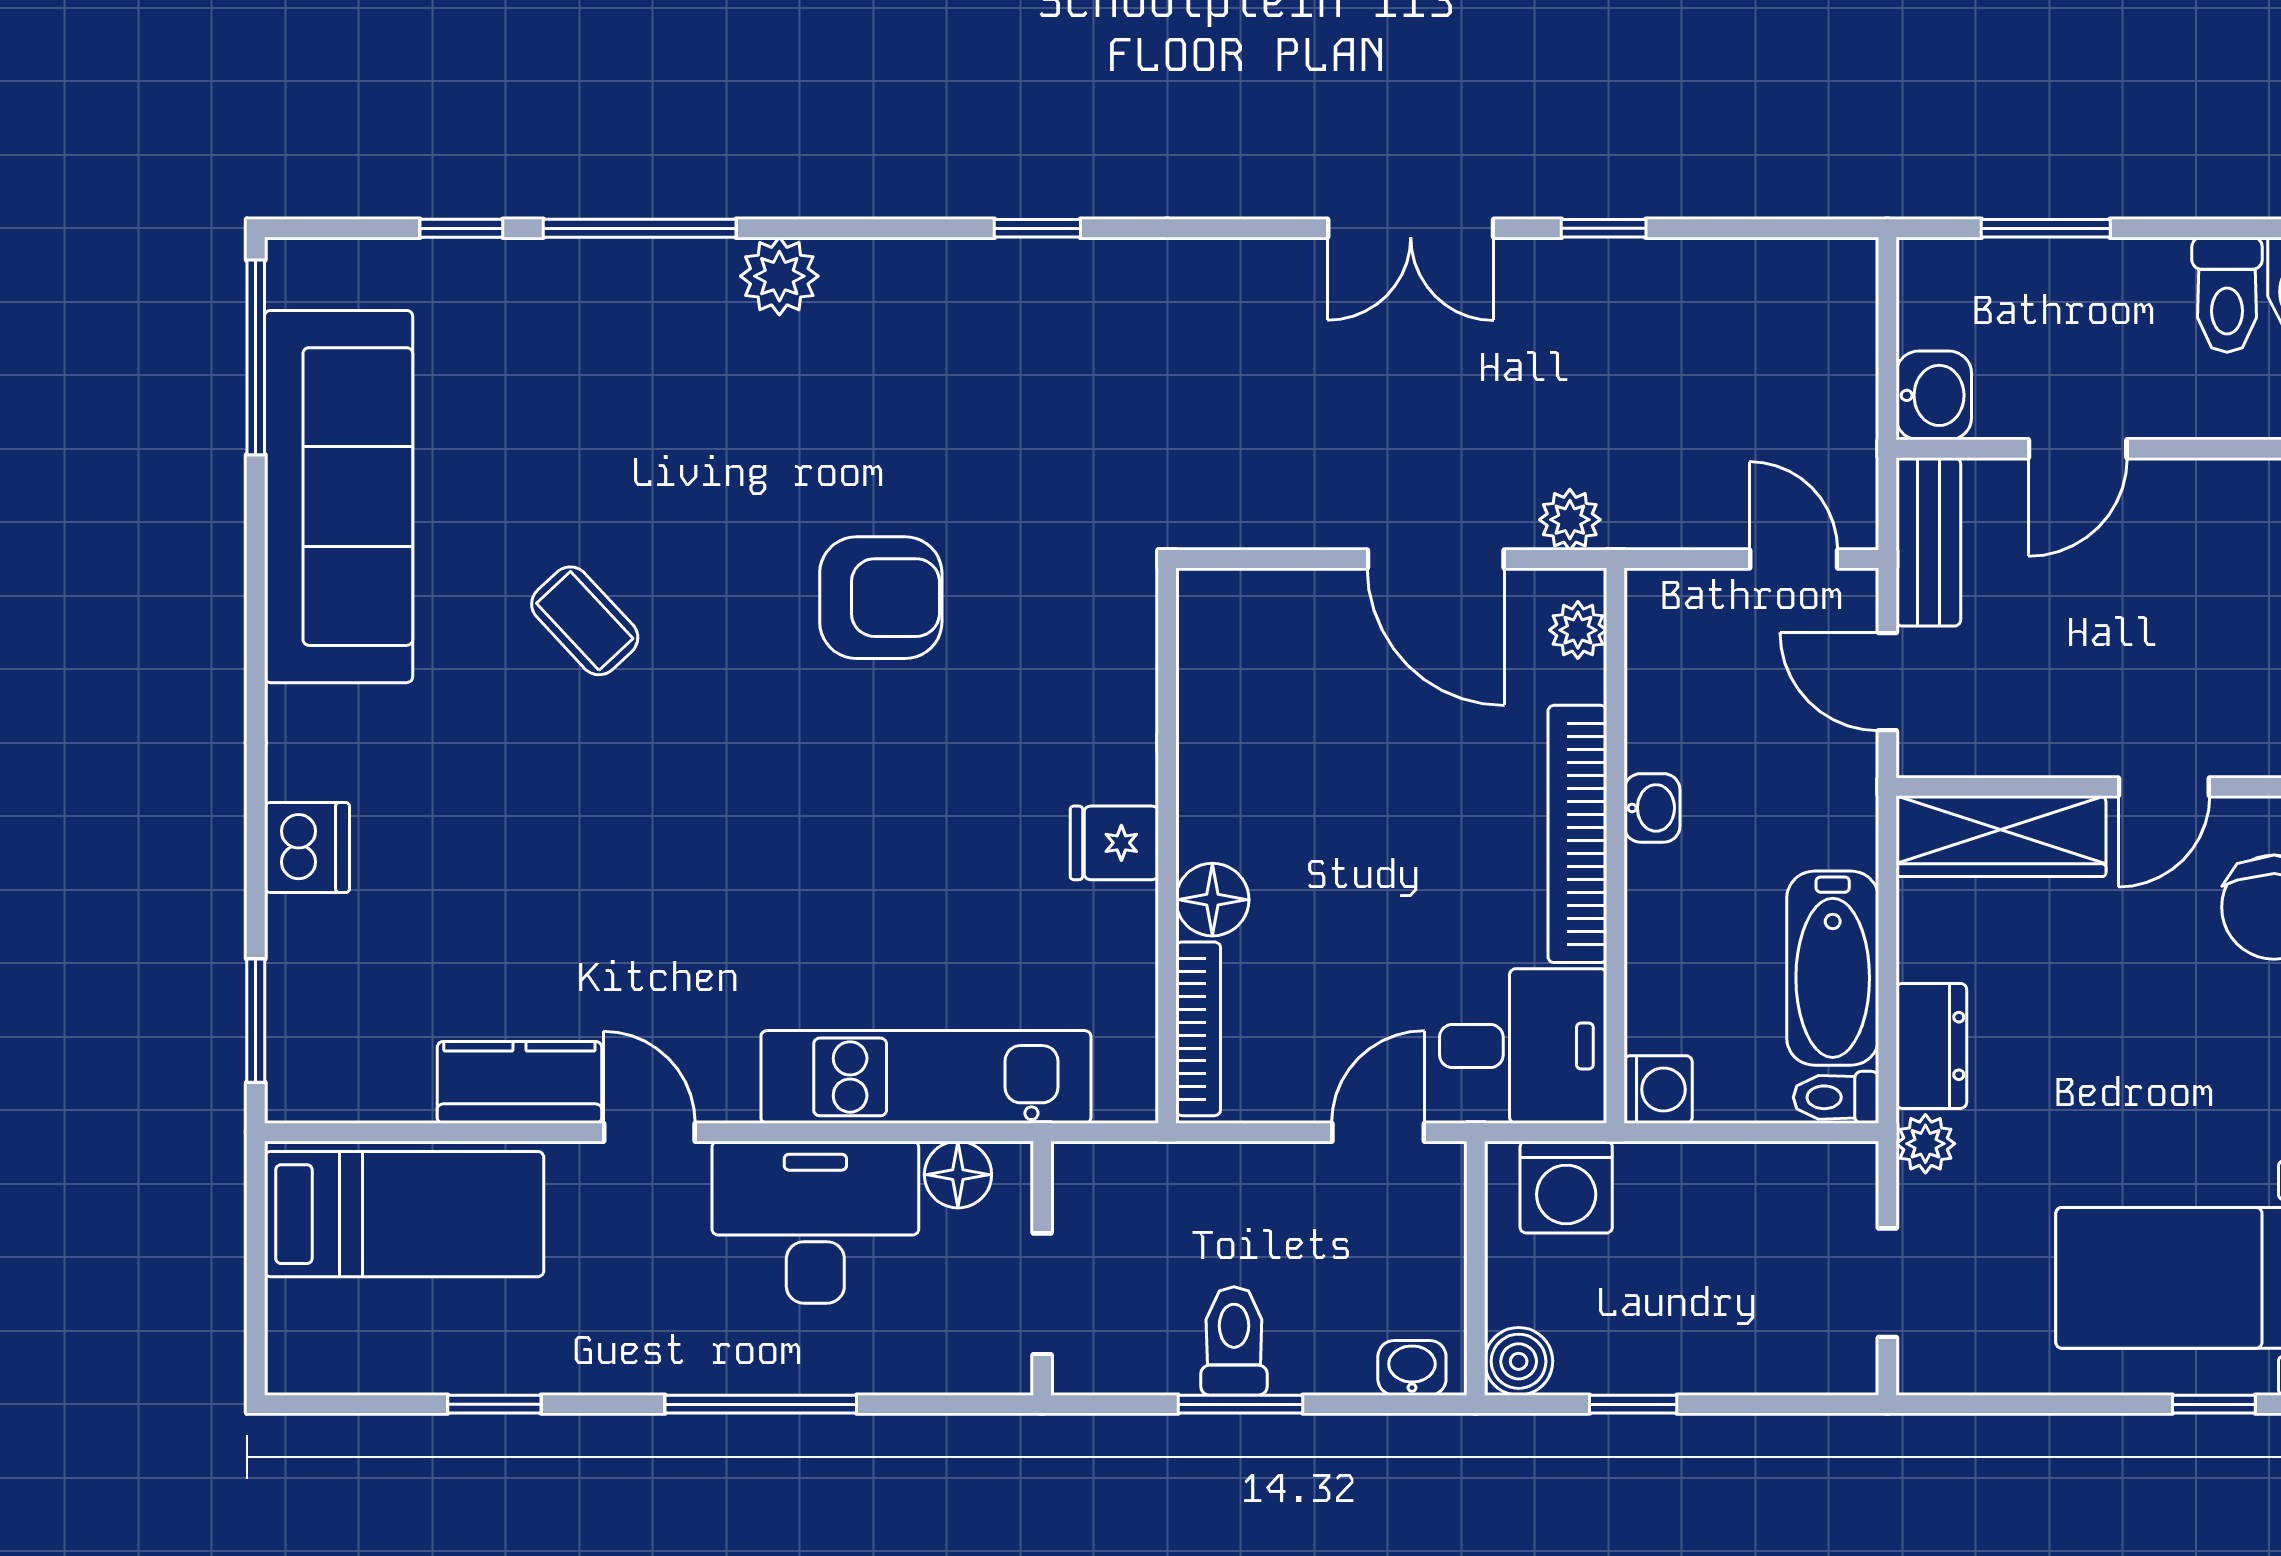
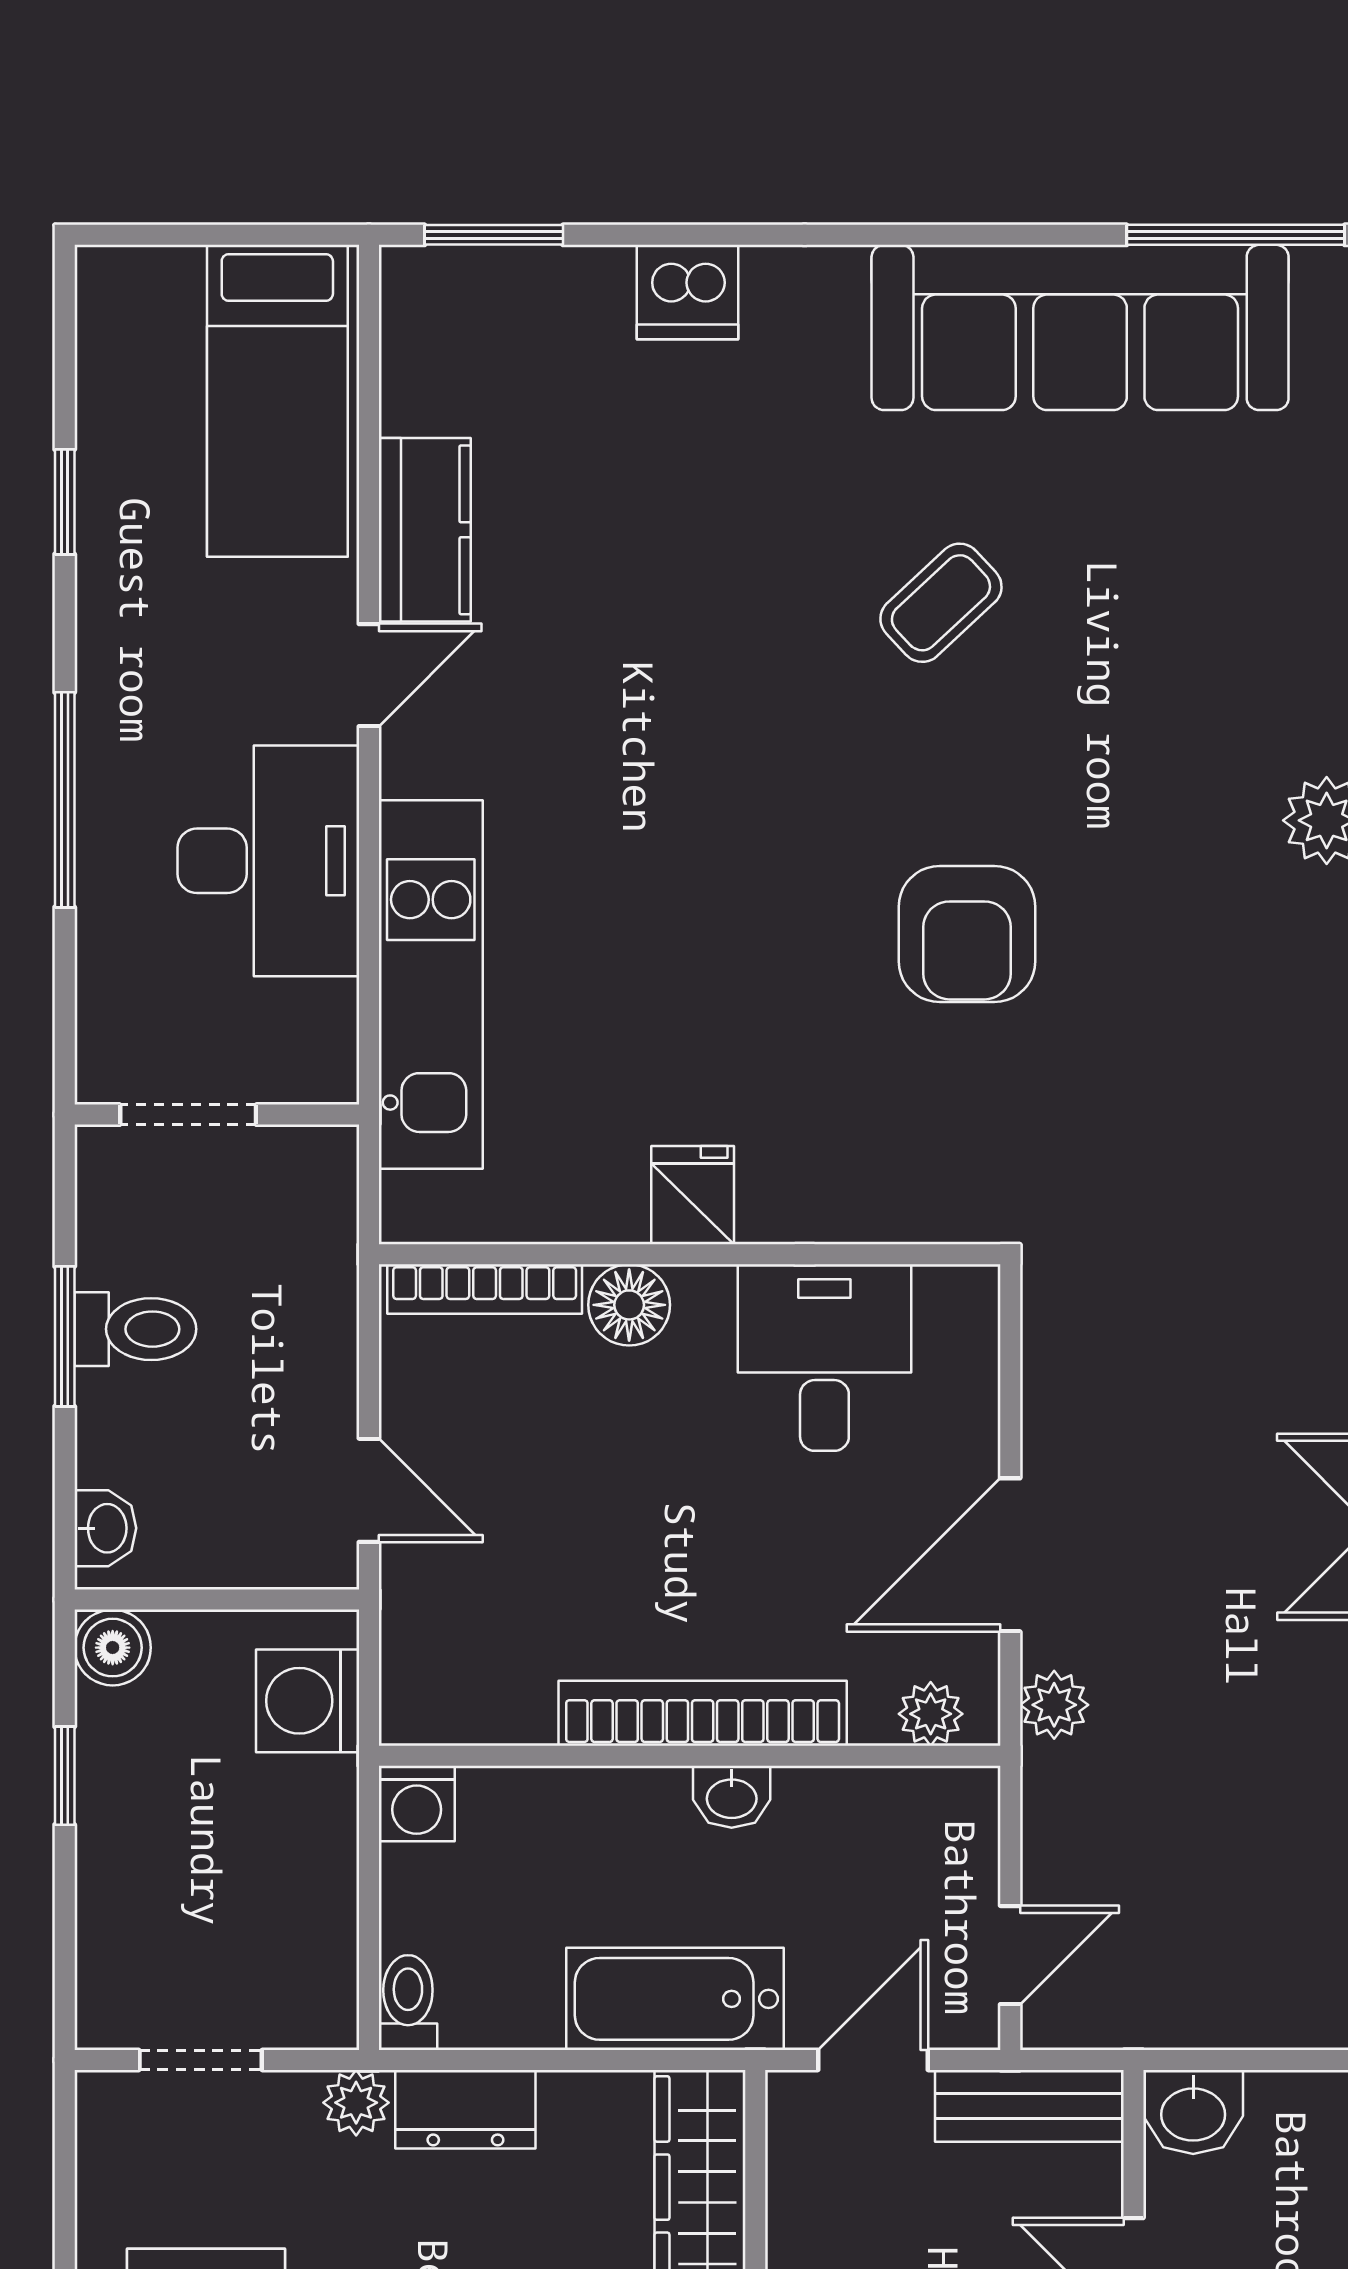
bathtub: (1833, 968) -> (675, 1999), moved
desk: (1523, 1046) -> (824, 1358), moved, turned 180
floor lamp: (958, 1175) -> (322, 1020), removed

